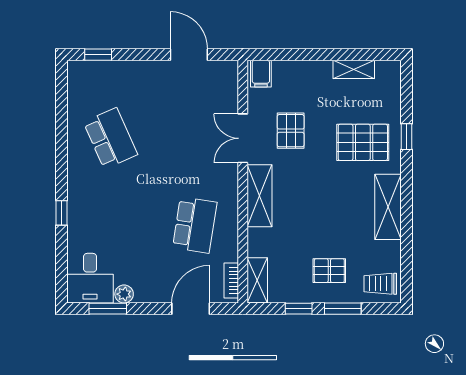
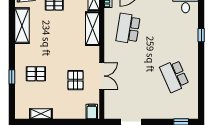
pallet: (363, 142) -> (36, 74), width x0.67, depth x0.71
shelving: (259, 196) -> (93, 29), moved
shelving: (388, 207) -> (22, 26), moved

